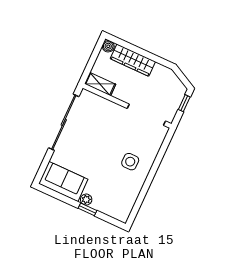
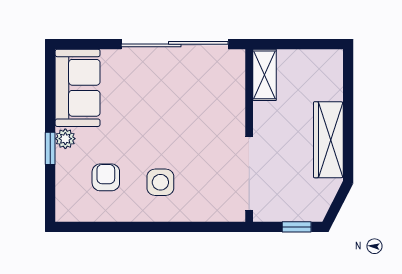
boiler: (108, 46) -> (333, 60), removed
wardrobe: (133, 60) -> (328, 140), moved
armchair: (115, 188) -> (106, 177), added

